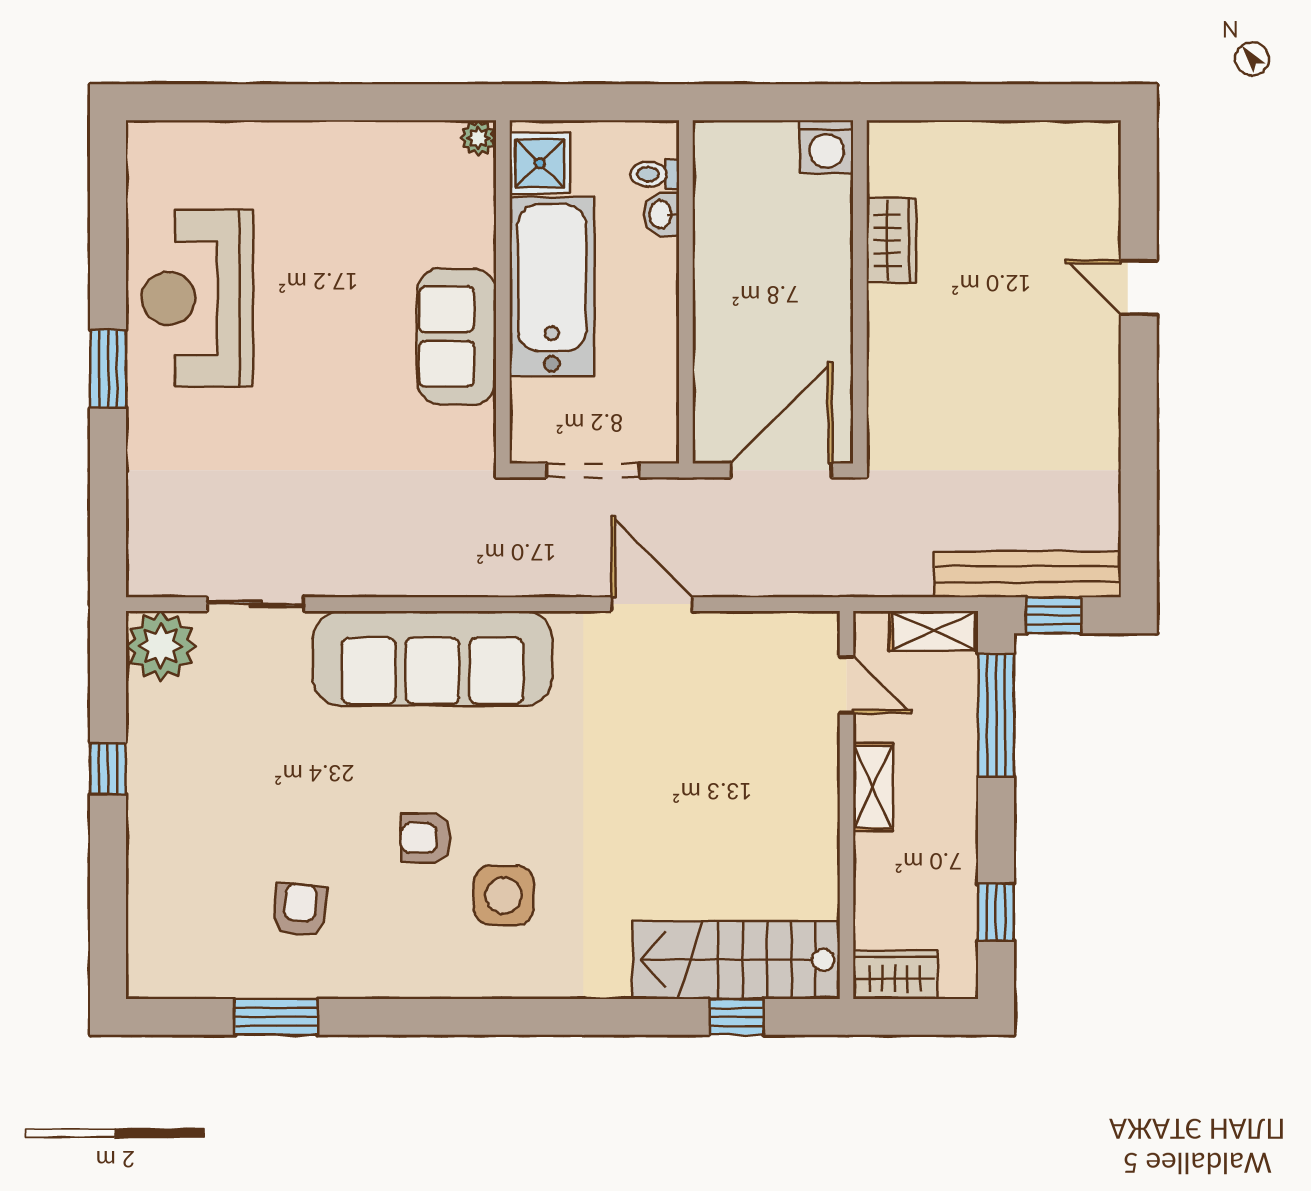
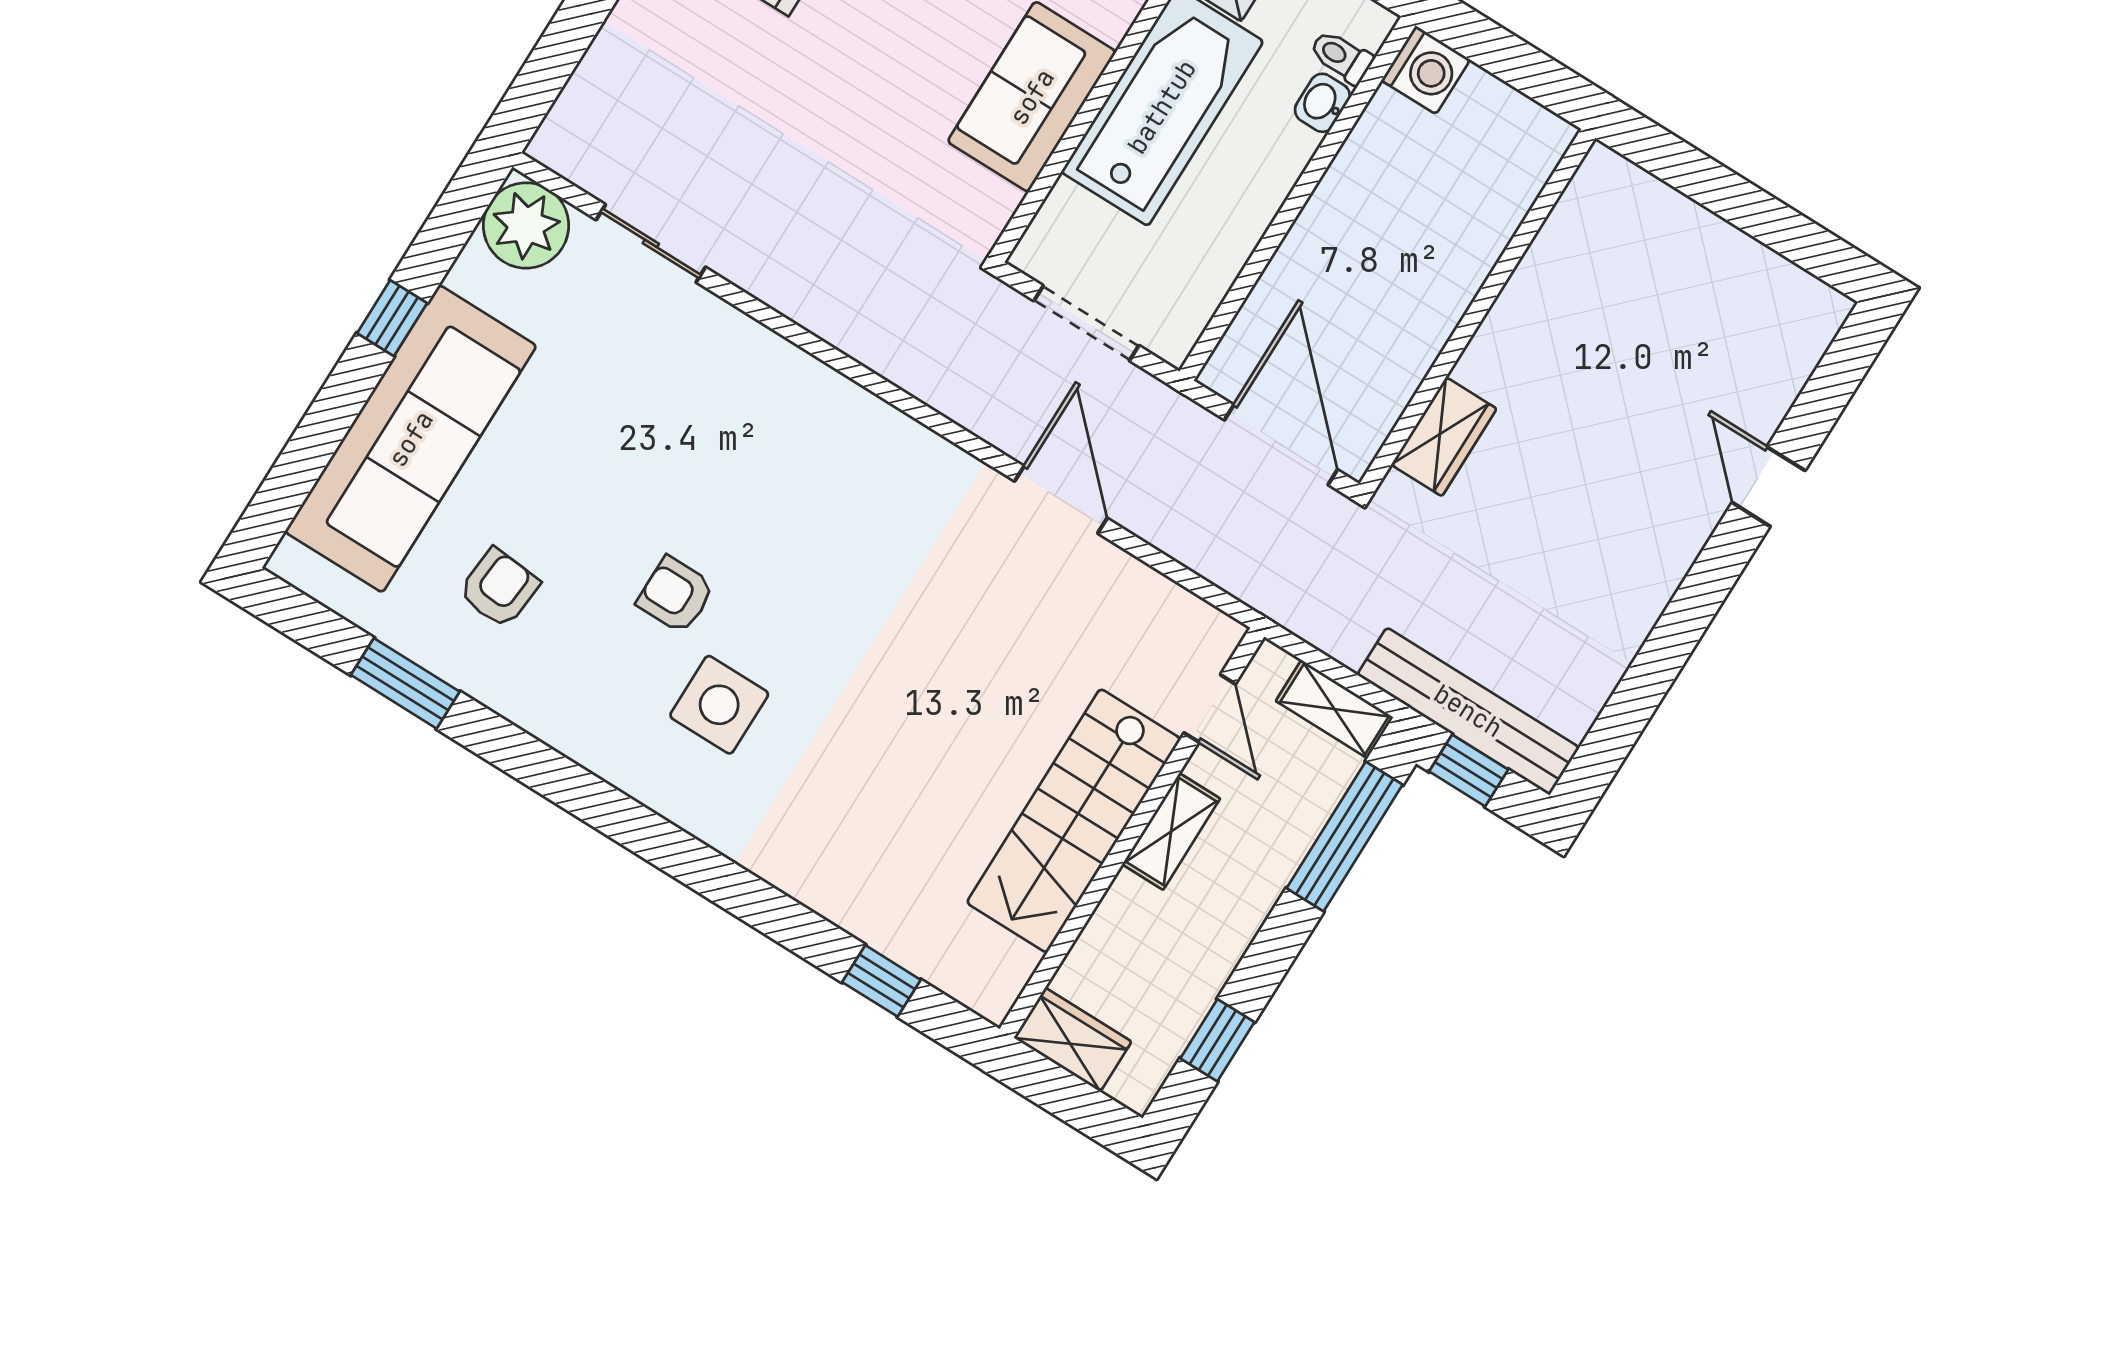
washing machine: (827, 147) -> (1426, 70), moved, turned -90
wardrobe: (891, 240) -> (1444, 437), moved
door: (781, 470) -> (1281, 445), hinge flipped
sofa: (433, 658) -> (411, 439), moved, turned -90
stairs: (736, 960) -> (1074, 821), moved, turned -90

